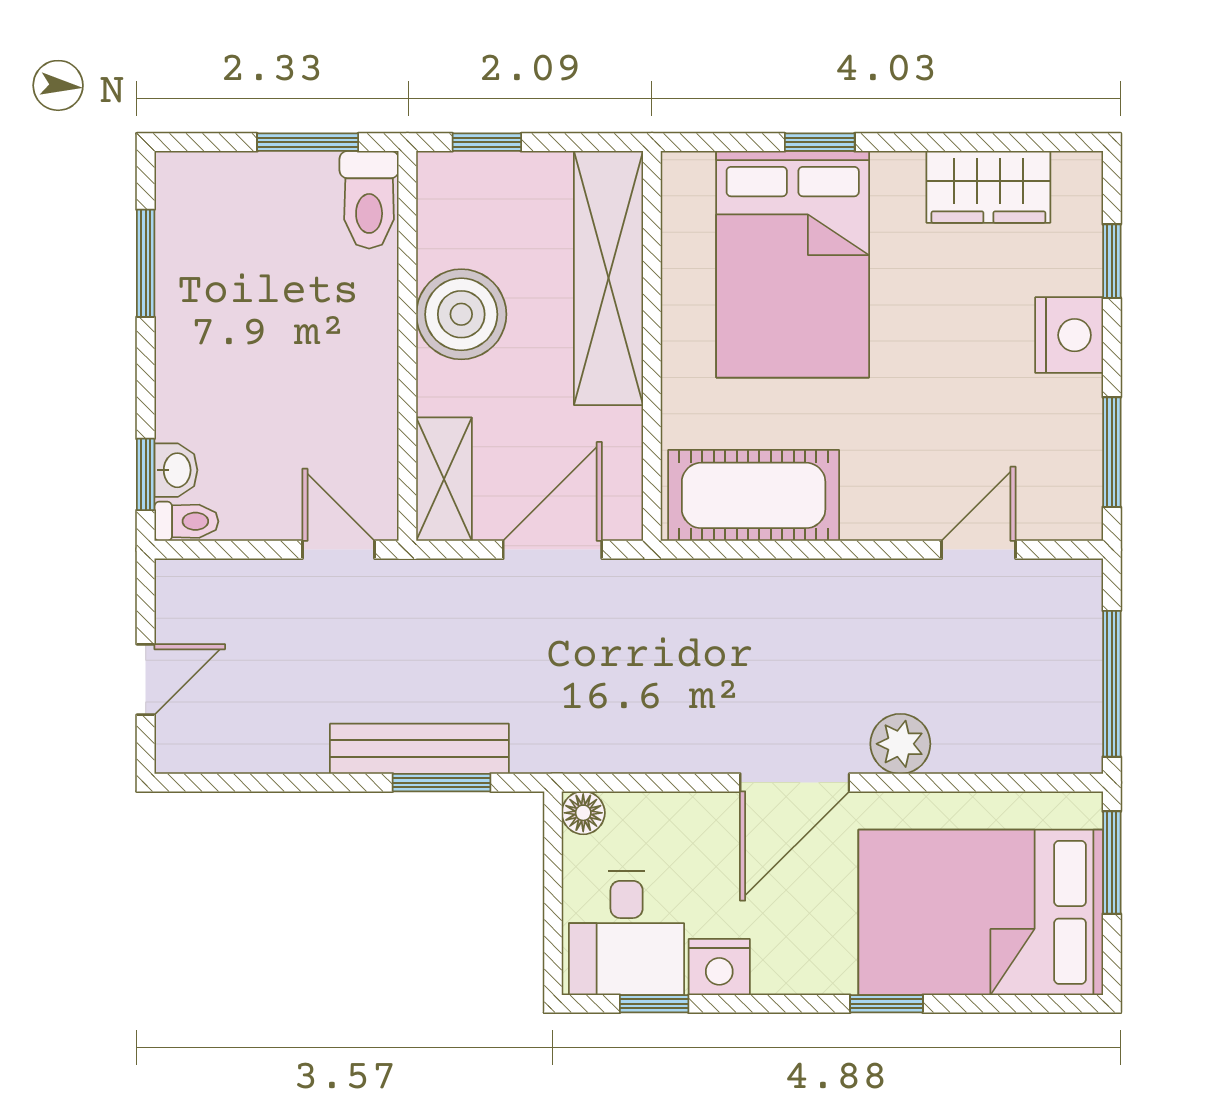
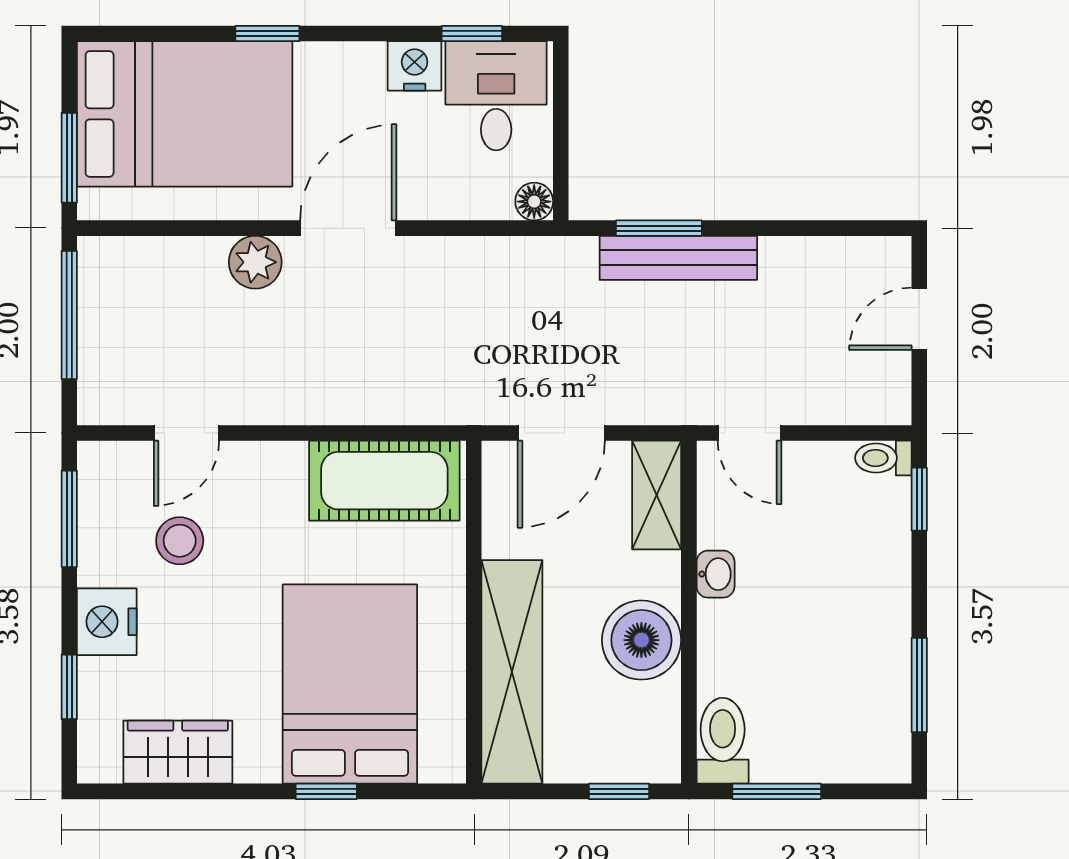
stool: (986, 427) -> (180, 541), added
washbasin: (176, 470) -> (716, 574), moved, turned 180

